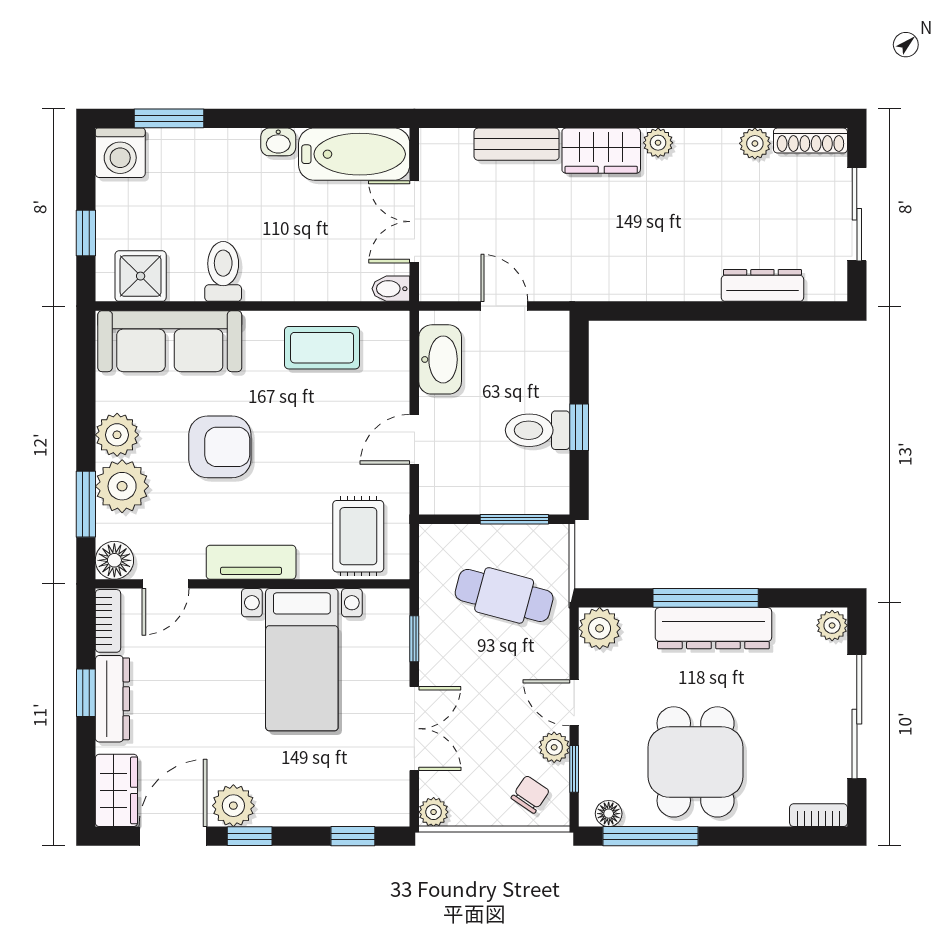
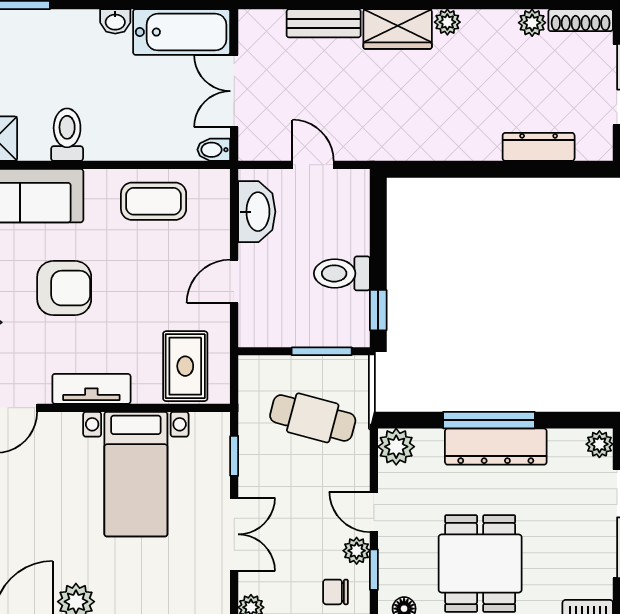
window: (579, 427) -> (378, 310), moved
chair: (530, 794) -> (336, 592), turned -124

